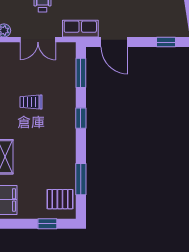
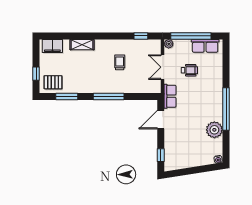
window: (81, 73) -> (140, 97), removed
window: (81, 118) -> (109, 97), width x2.17
pallet: (60, 199) -> (53, 82), turned 90

